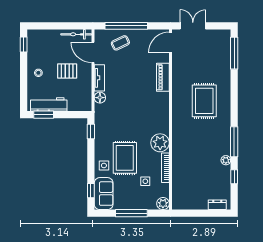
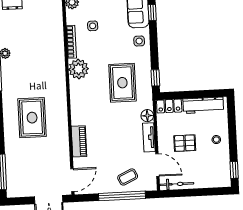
locker: (80, 105) -> (169, 106), added
window: (44, 115) -> (208, 94), removed
rug: (125, 158) -> (122, 83), moved

